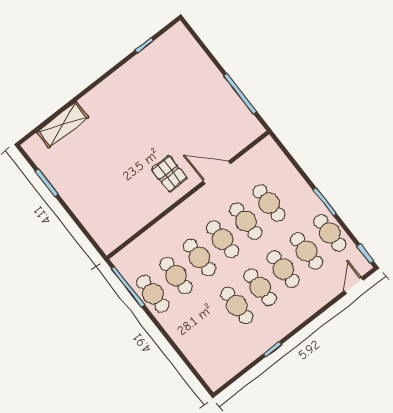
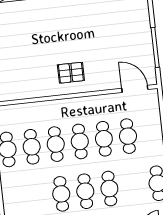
door: (217, 172) -> (135, 89), moved
pallet: (169, 174) -> (71, 73), turned 90
cafe table: (307, 251) -> (133, 186), removed

